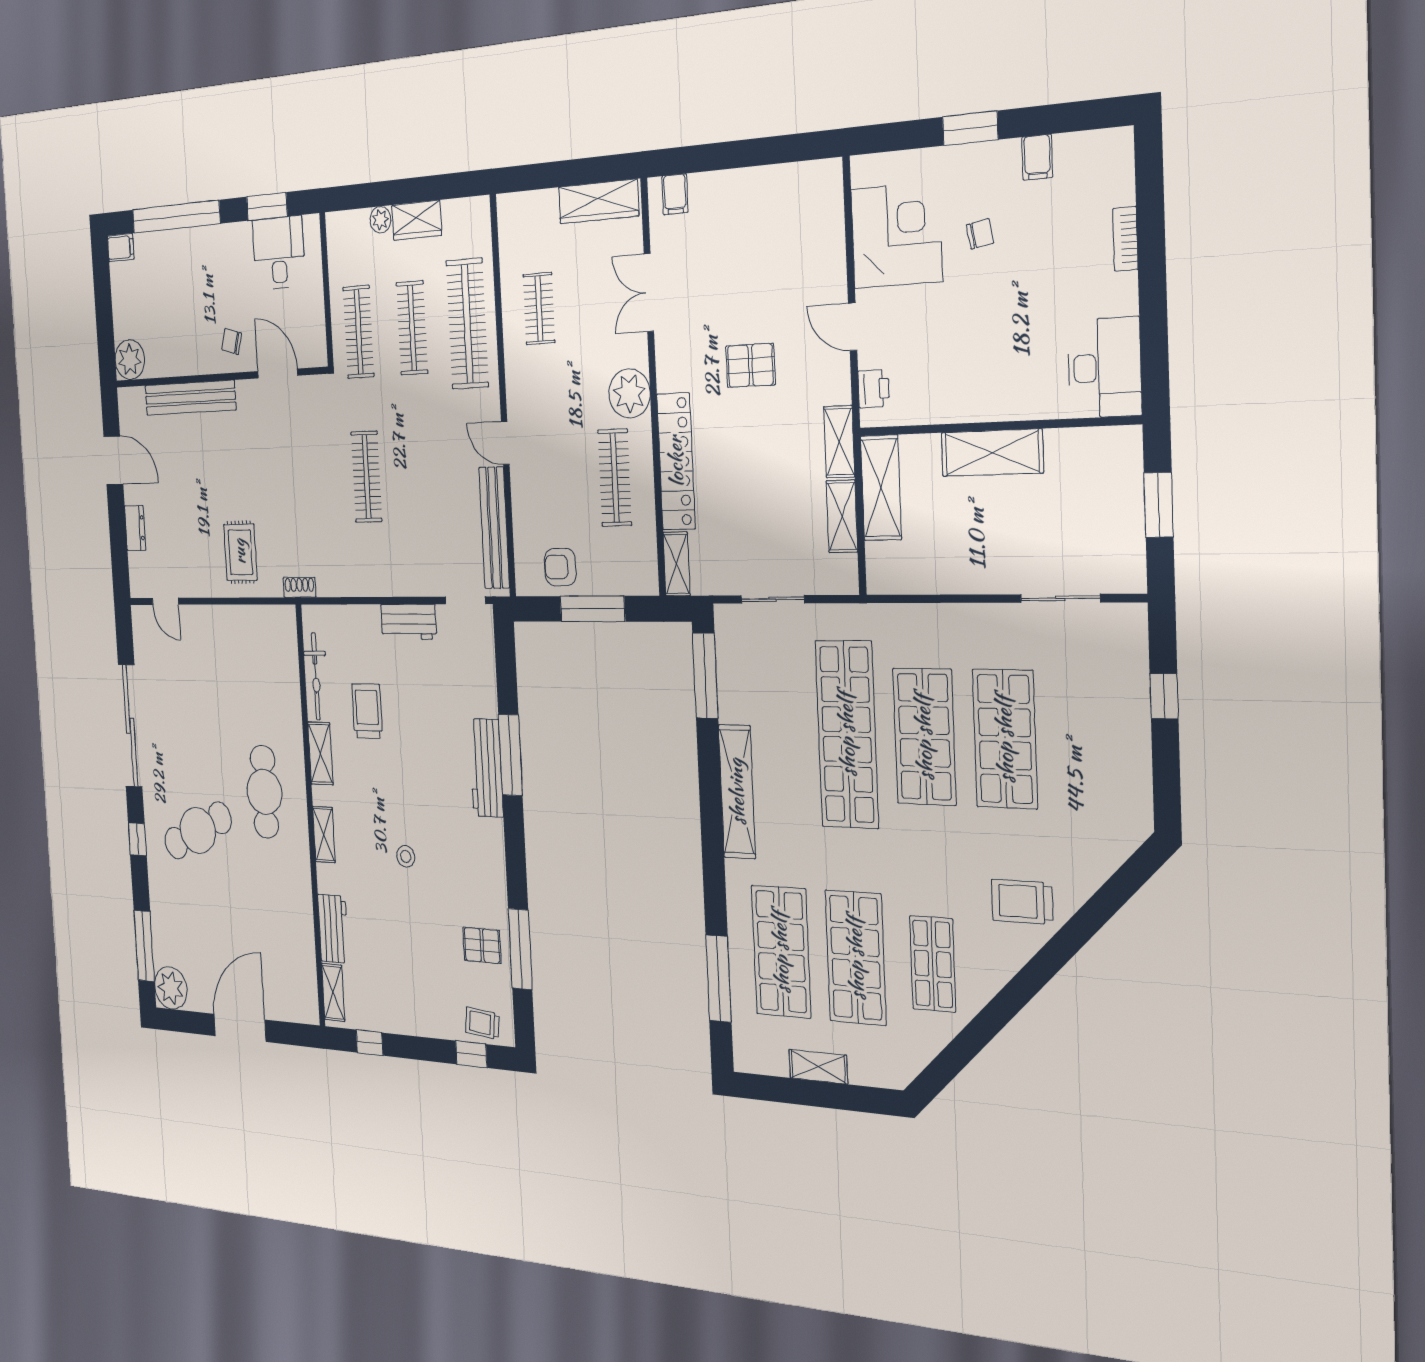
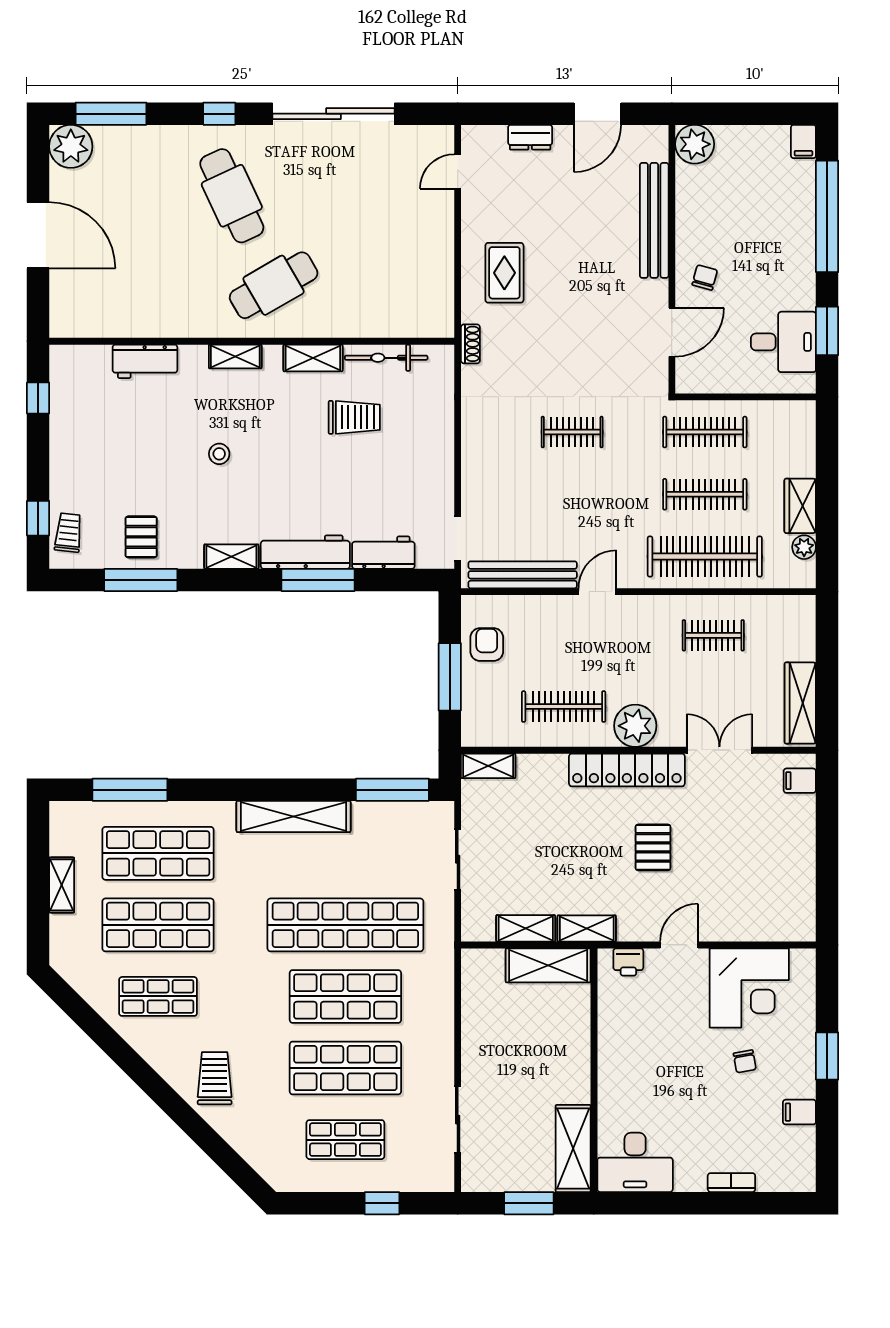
plant: (380, 220) -> (804, 547), moved
shelving: (992, 453) -> (573, 1148), moved
locker: (676, 462) -> (627, 770), moved
clothes rail: (366, 477) -> (572, 432), width x0.73
rug: (240, 552) -> (504, 273), turned 90
workbench: (409, 622) -> (383, 553), moved, turned 90
shop shelf: (1088, 741) -> (345, 1140), added
cafe table: (264, 792) -> (274, 285), turned -30
shelving: (333, 992) -> (231, 557), moved

